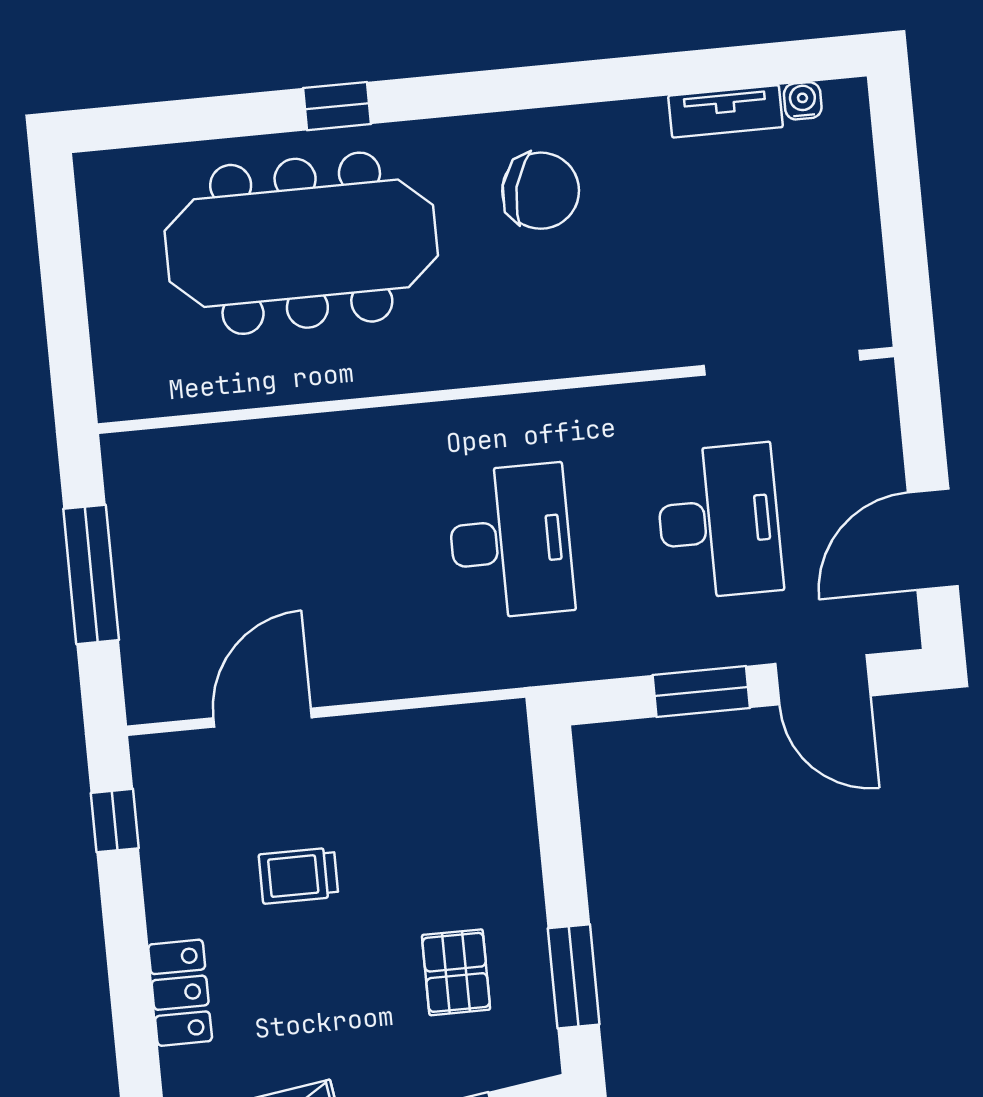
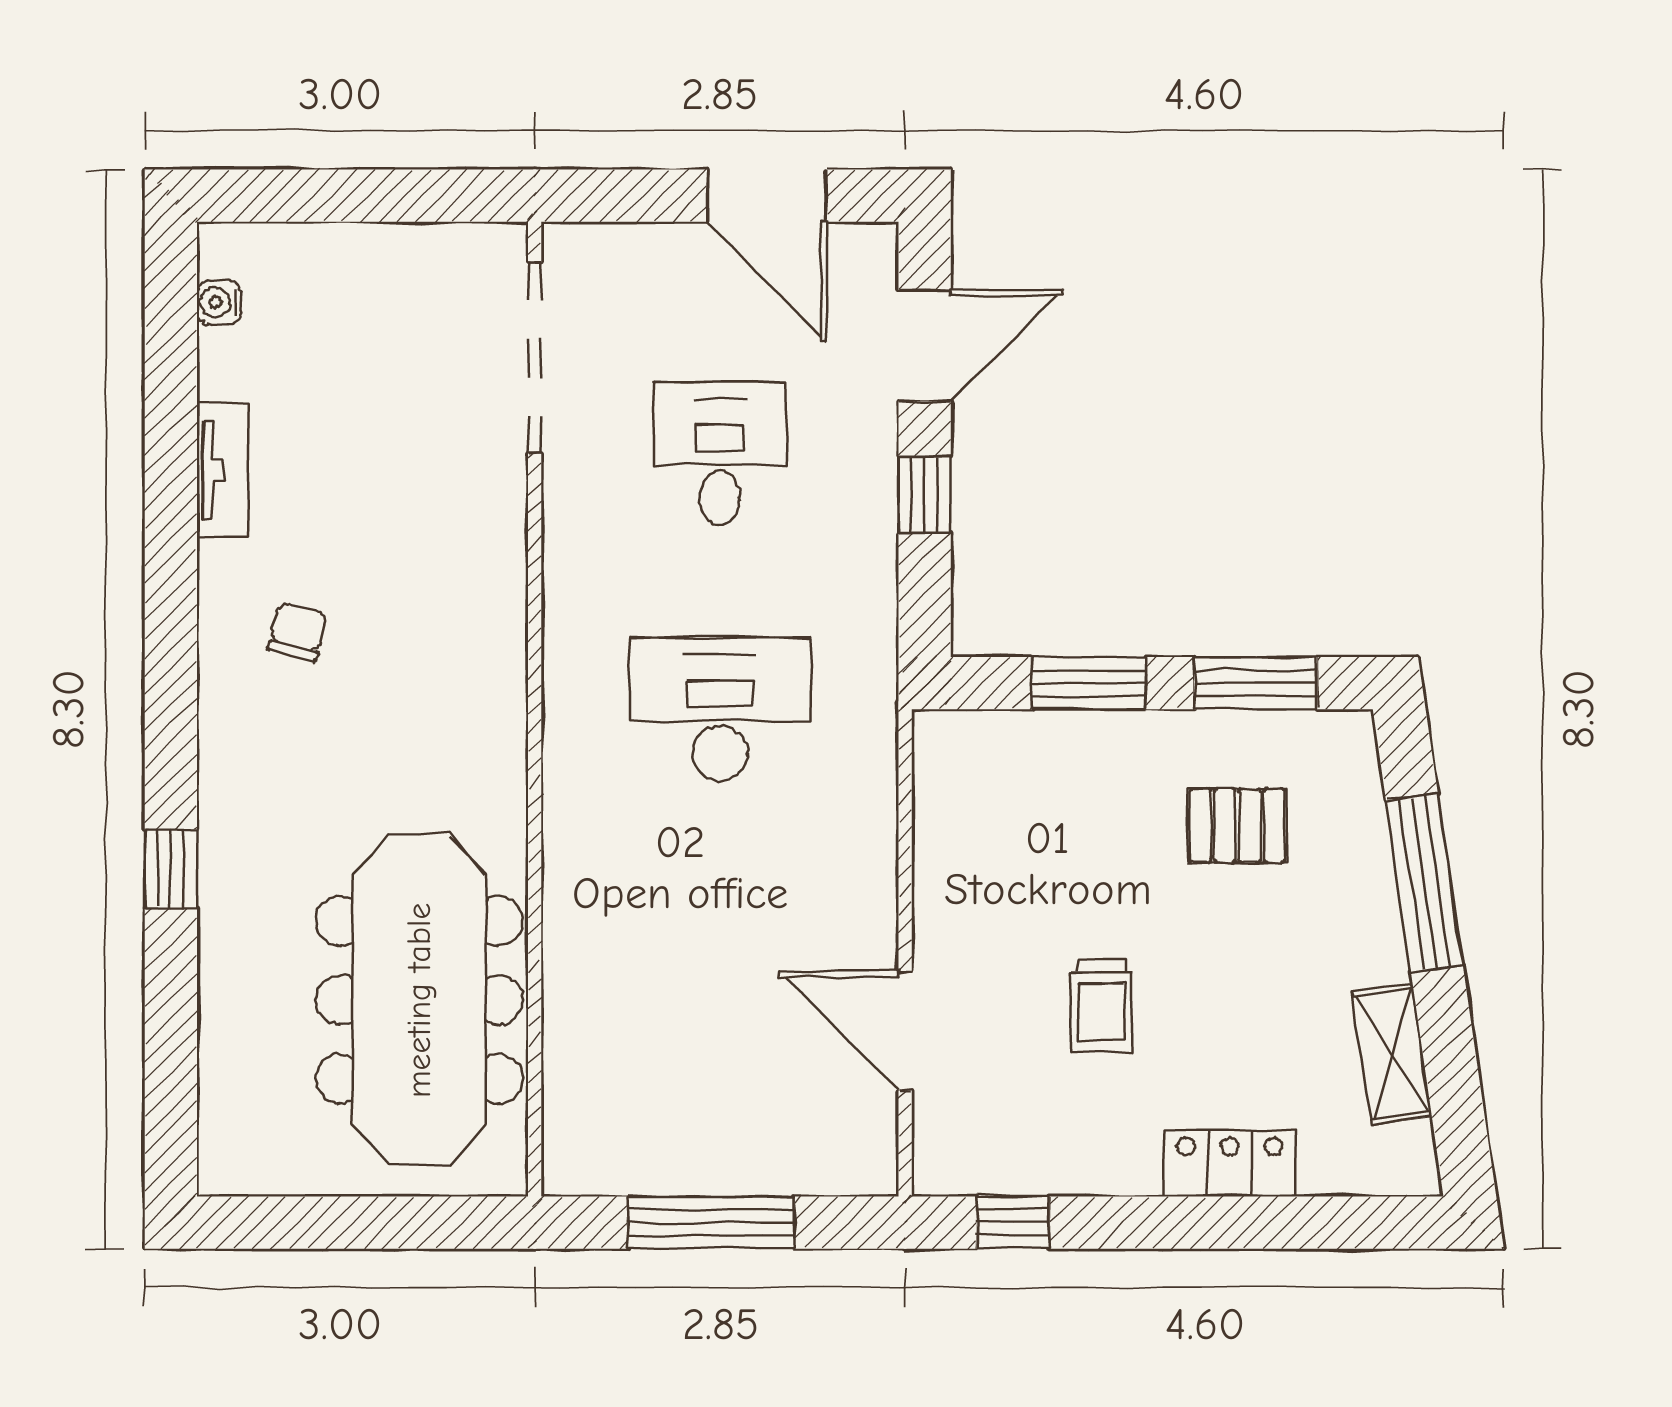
tv unit: (726, 111) -> (223, 470), moved
chair: (541, 191) -> (297, 631), width x0.54, depth x0.54
meeting table: (301, 243) -> (419, 1000), moved
desk: (719, 521) -> (720, 453), width x0.73
window: (701, 691) -> (925, 495), width x0.67
window: (561, 840) -> (1089, 683), added

